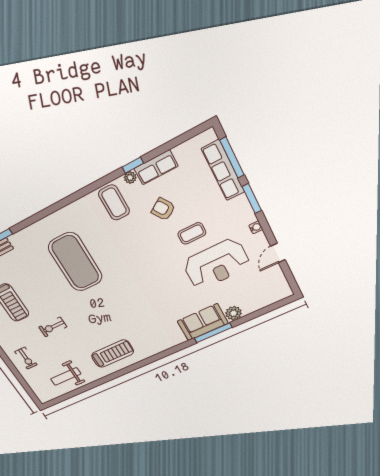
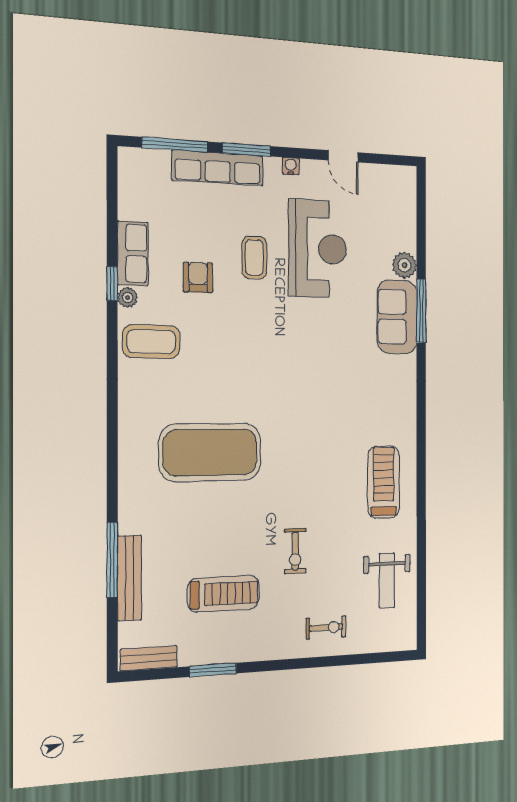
row of seats: (223, 170) -> (218, 168), moved
armchair: (163, 209) -> (198, 277), turned 123

